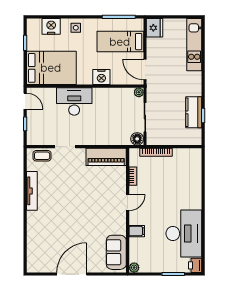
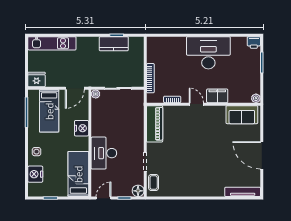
bed: (51, 68) -> (78, 174), width x0.67
floor lamp: (137, 139) -> (138, 191), moved
tv unit: (32, 191) -> (243, 192), moved
filing cabinet: (137, 231) -> (217, 96), width x2.00
desk: (184, 234) -> (208, 53), moved

